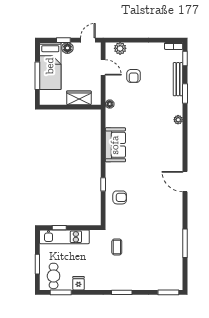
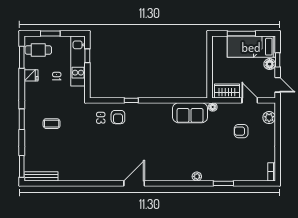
window: (185, 58) -> (259, 183), removed
door: (103, 67) -> (250, 100), swing flipped
bench: (178, 79) -> (41, 176), moved
wardrobe: (79, 98) -> (227, 91), moved, turned -90
sofa: (115, 145) -> (190, 113), moved
window: (185, 243) -> (72, 183), removed
coffee table: (117, 247) -> (52, 124), moved

